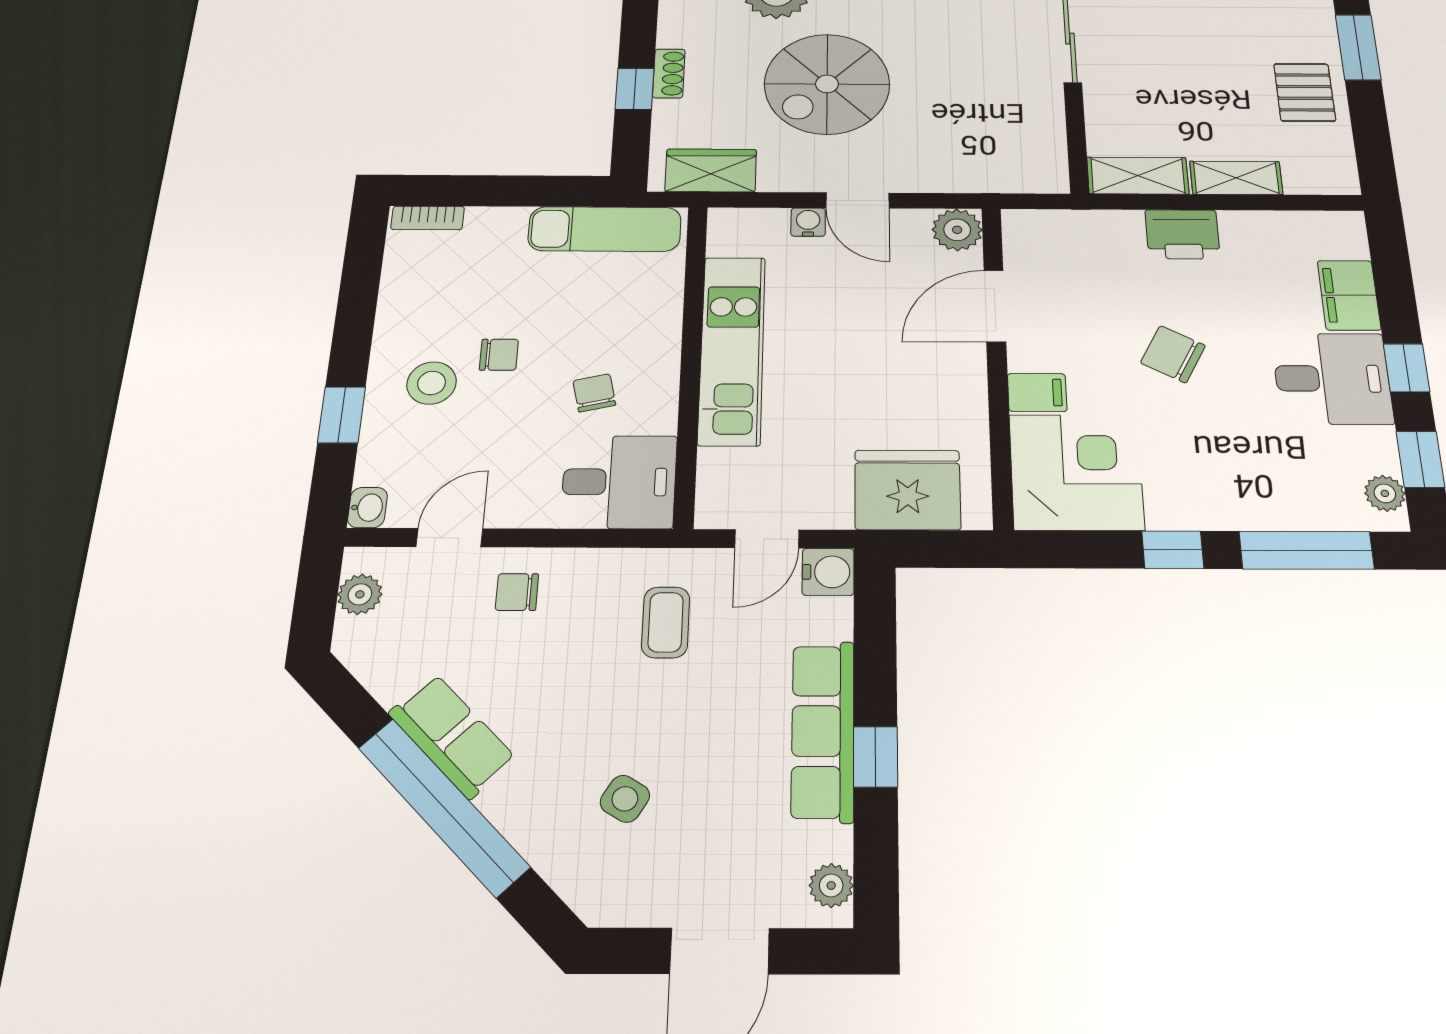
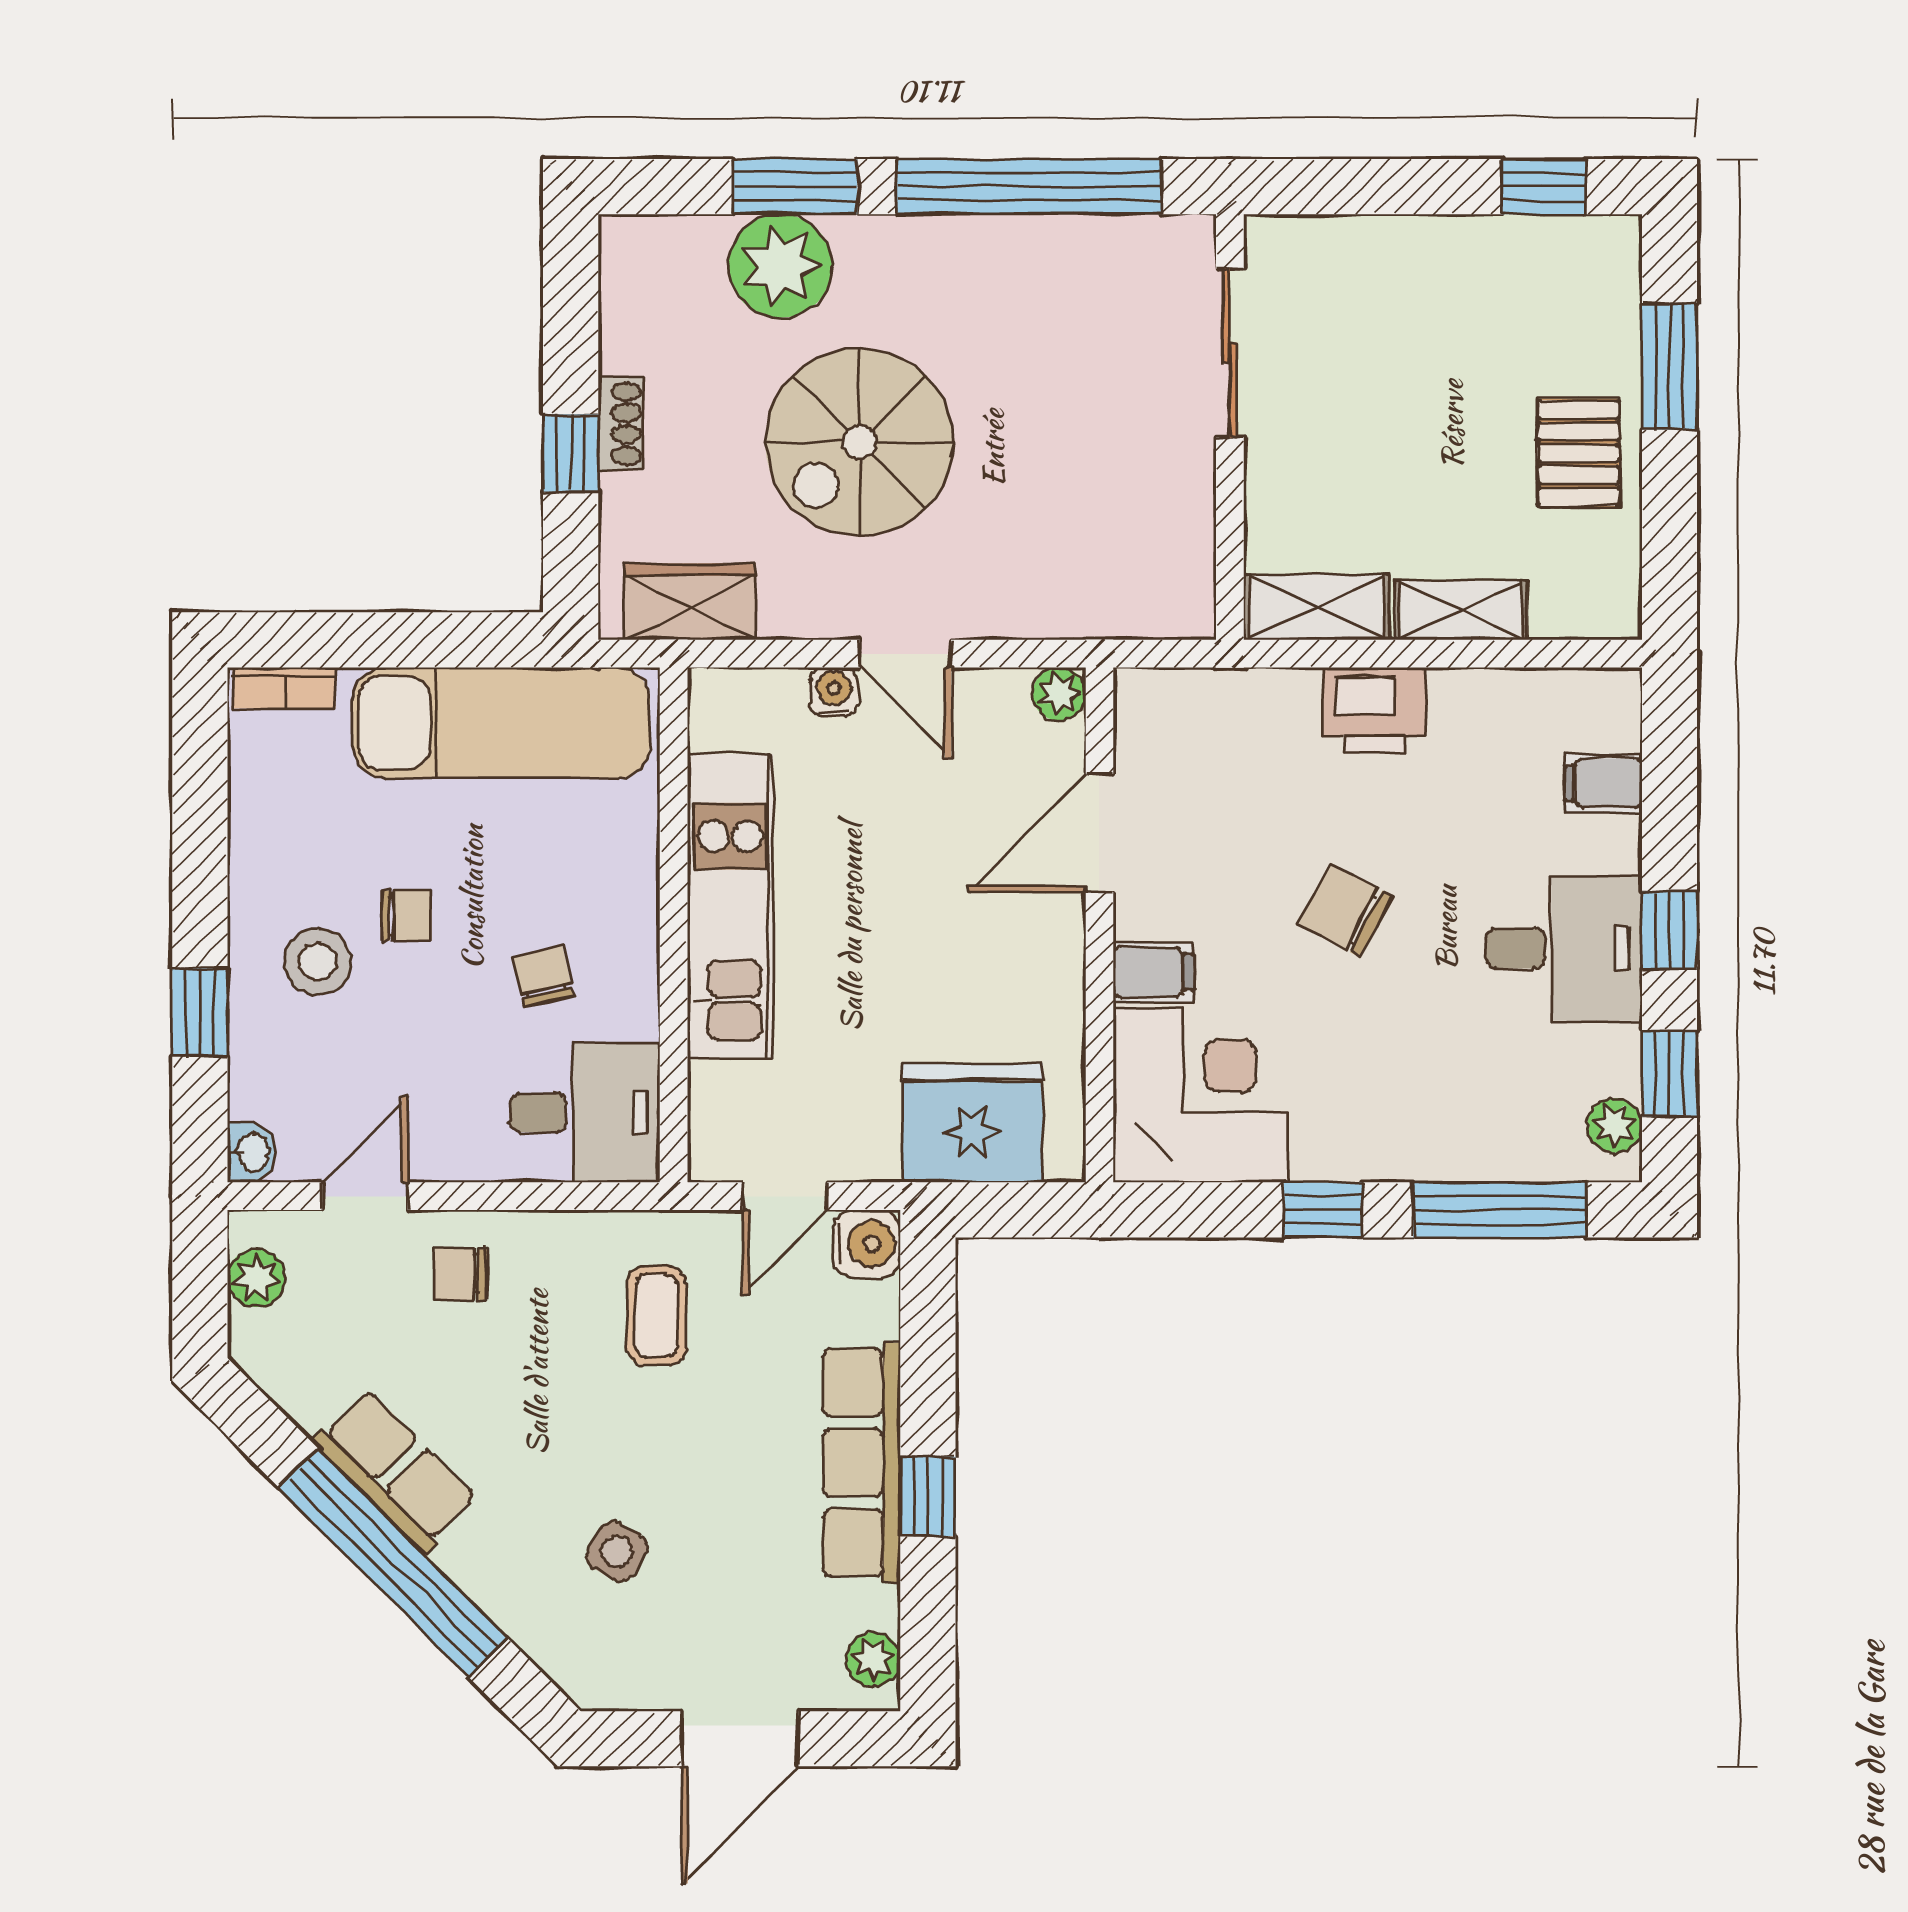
exam couch: (605, 229) -> (501, 723), width x1.36, depth x1.45
plant: (957, 230) -> (1059, 694), width x0.73, depth x0.73
filing cabinet: (1349, 295) -> (1603, 783), width x0.50

